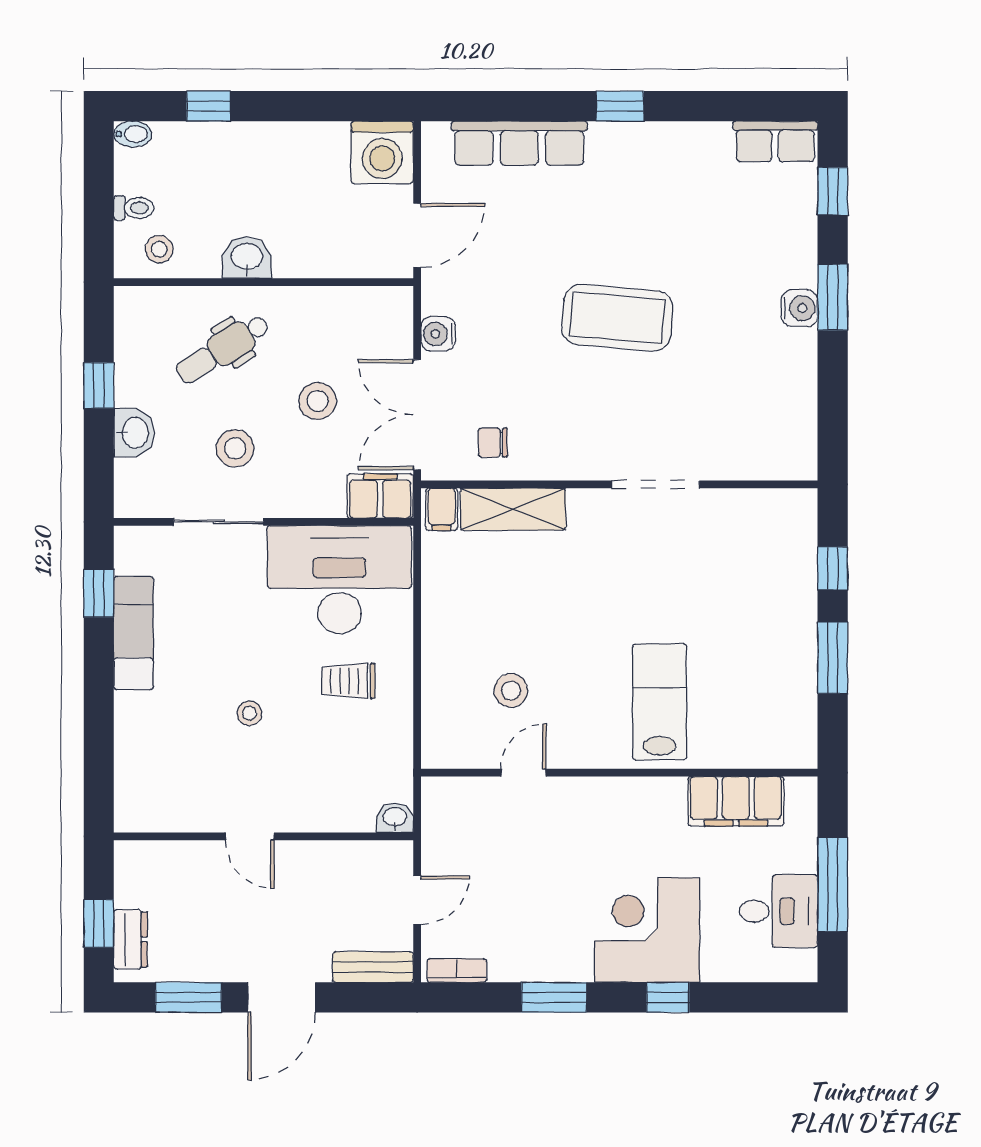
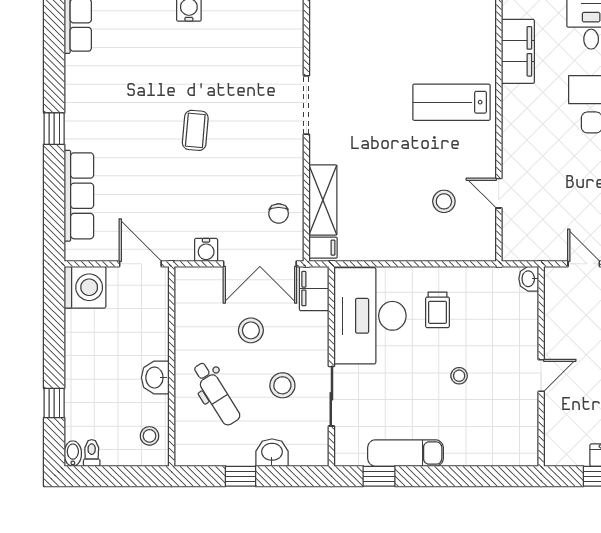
toilet: (134, 208) -> (92, 453), moved
coffee table: (617, 318) -> (195, 130), width x0.54, depth x0.58

